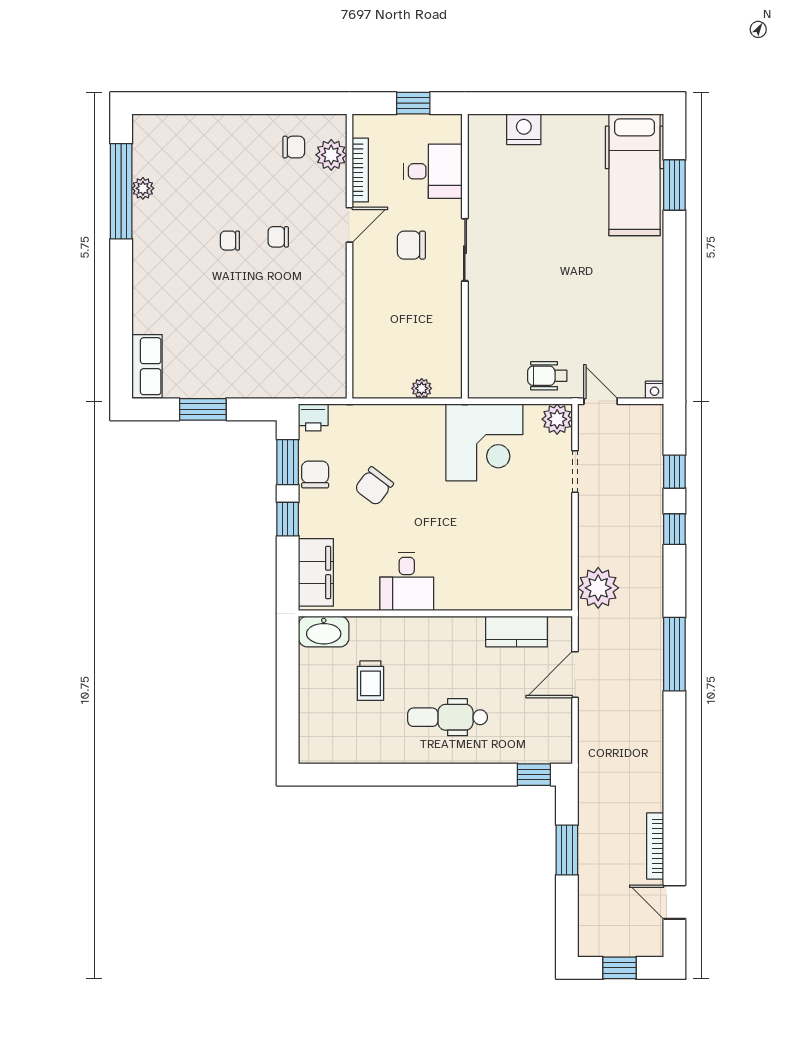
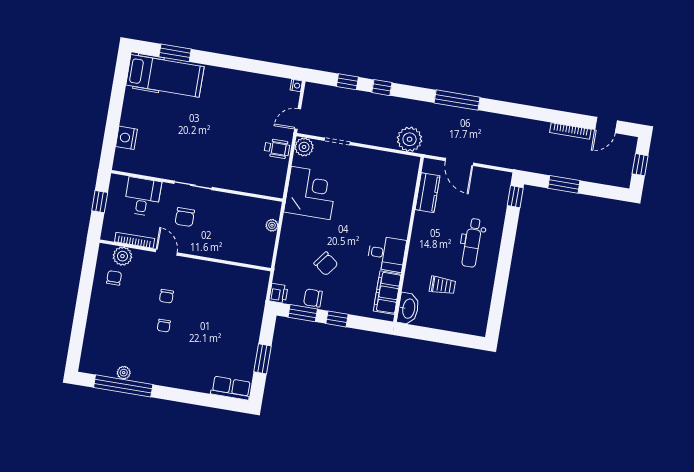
wheelchair: (547, 376) -> (277, 149), turned -90
filing cabinet: (316, 572) -> (387, 293), moved, turned -90

